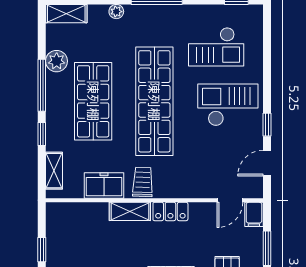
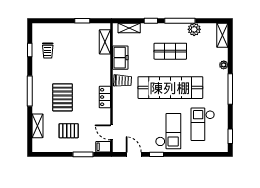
shop shelf: (93, 101) -> (170, 51), width x0.70, depth x0.74
shelving: (130, 211) -> (105, 42), moved

